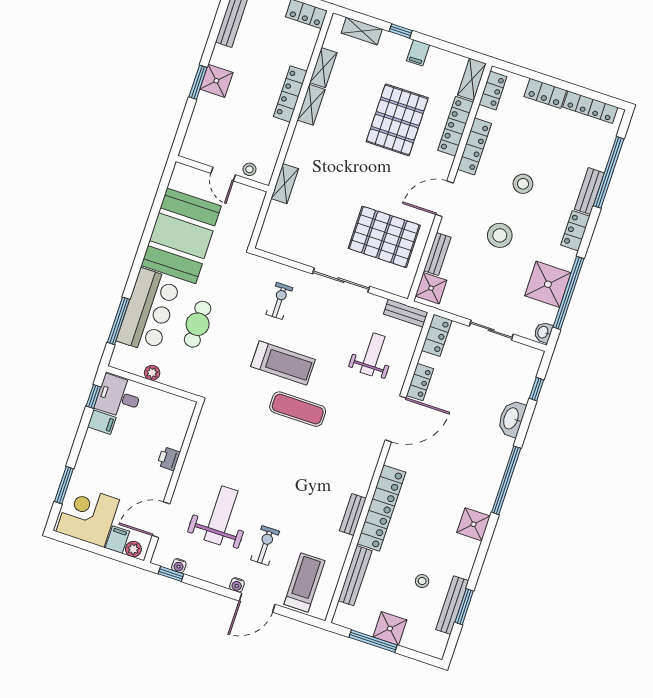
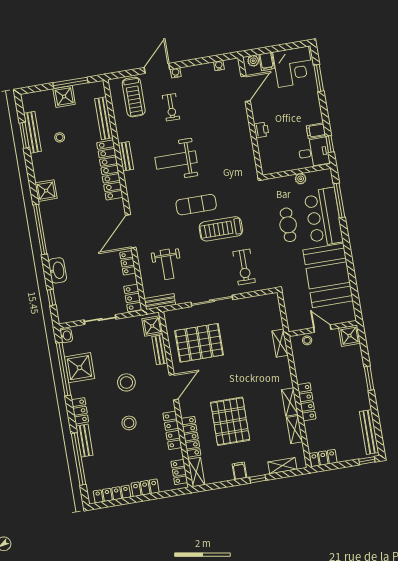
shower: (216, 81) -> (350, 336), moved
exercise bike: (279, 301) -> (244, 267), width x1.38, depth x1.39
weight bench: (221, 515) -> (176, 160), moved, turned 90
window: (171, 574) -> (221, 58), removed

